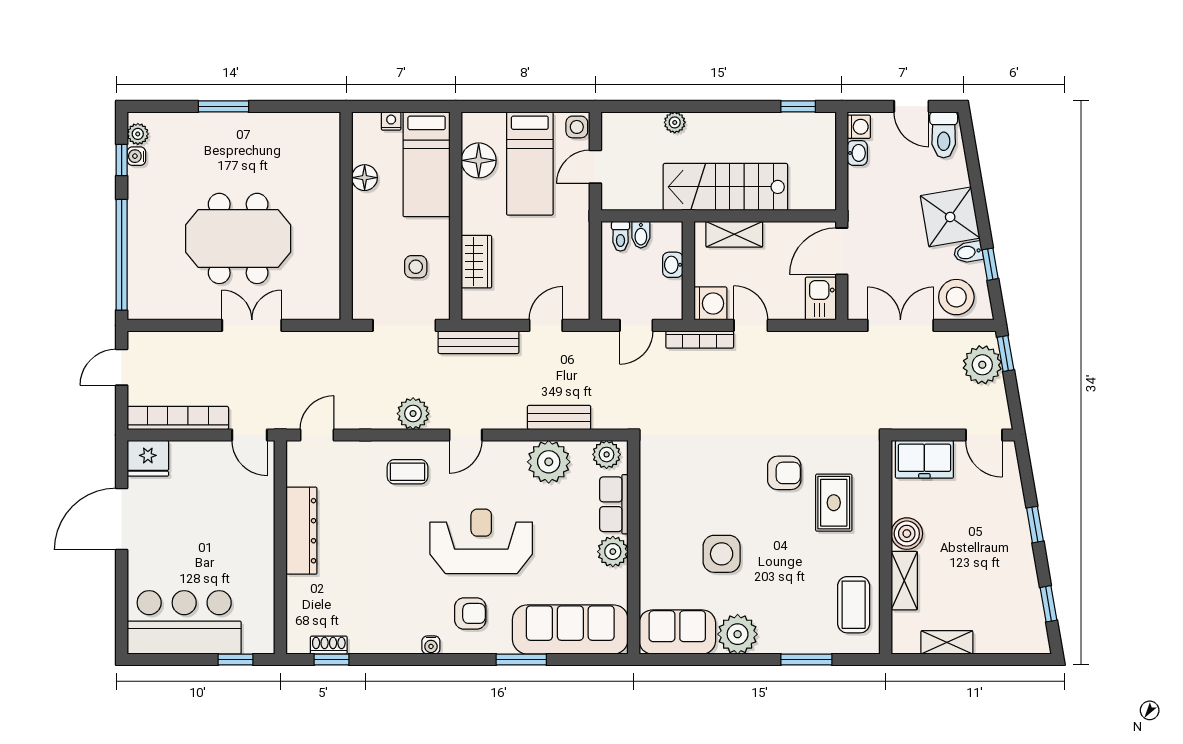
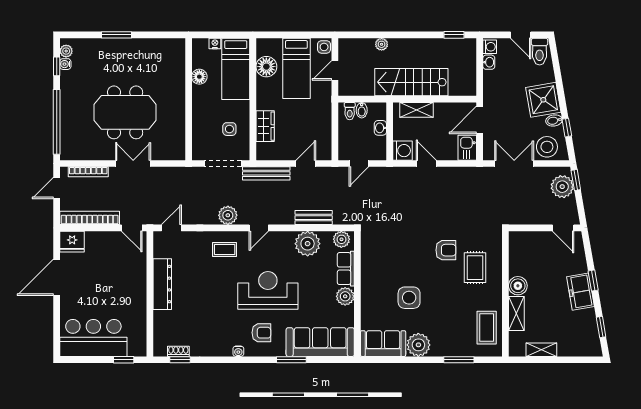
bookcase: (700, 340) -> (88, 172), moved
freezer: (924, 459) -> (581, 292), moved, turned 80

